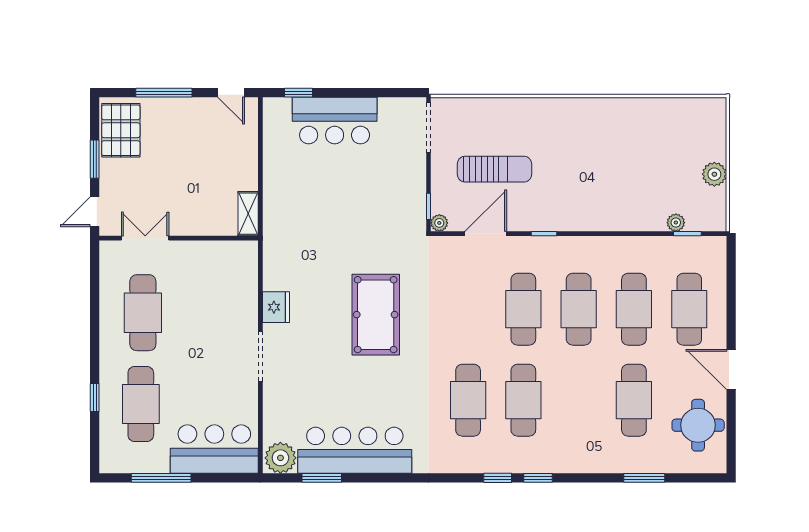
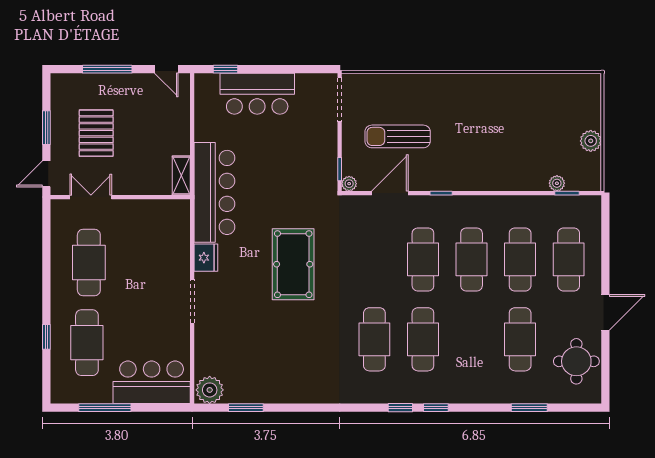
pallet: (121, 130) -> (96, 133), moved
sun lounger: (494, 169) -> (398, 136), turned 180
door: (731, 369) -> (605, 312), swing flipped
bar counter: (355, 450) -> (214, 192), moved, turned 90

